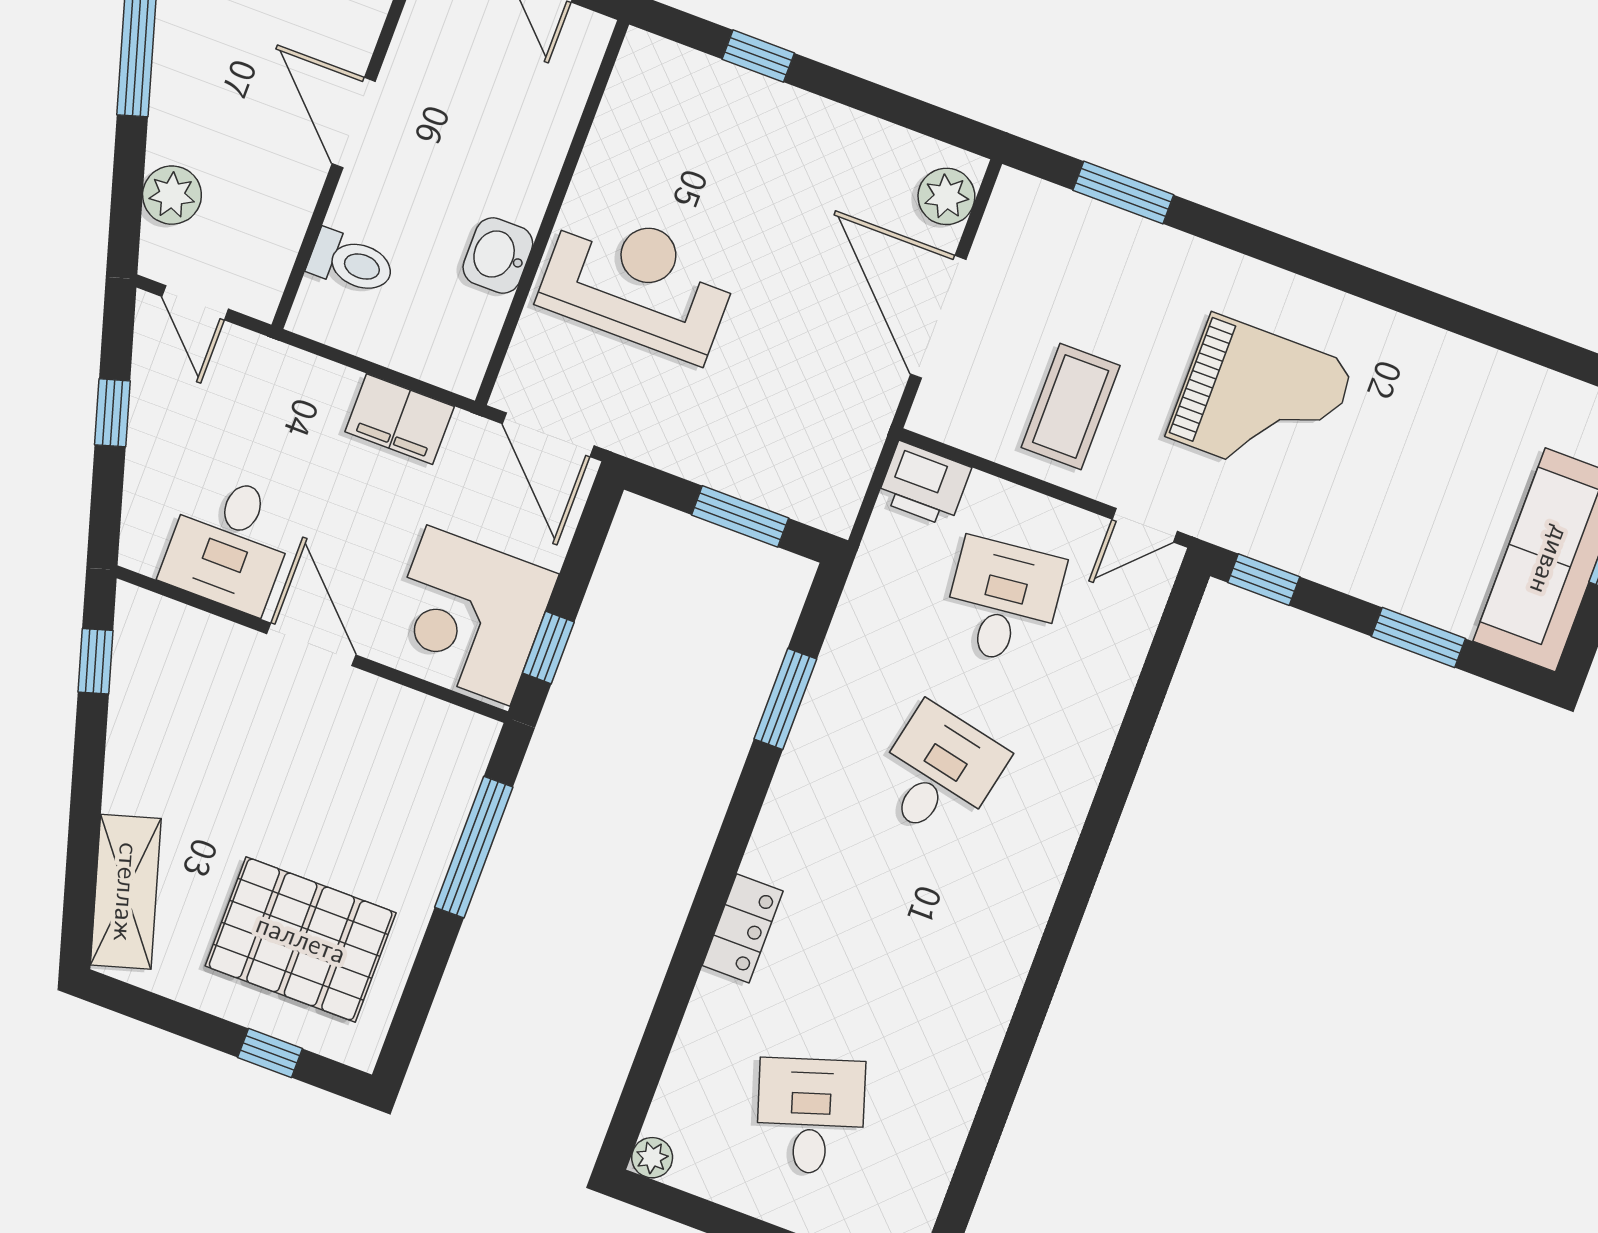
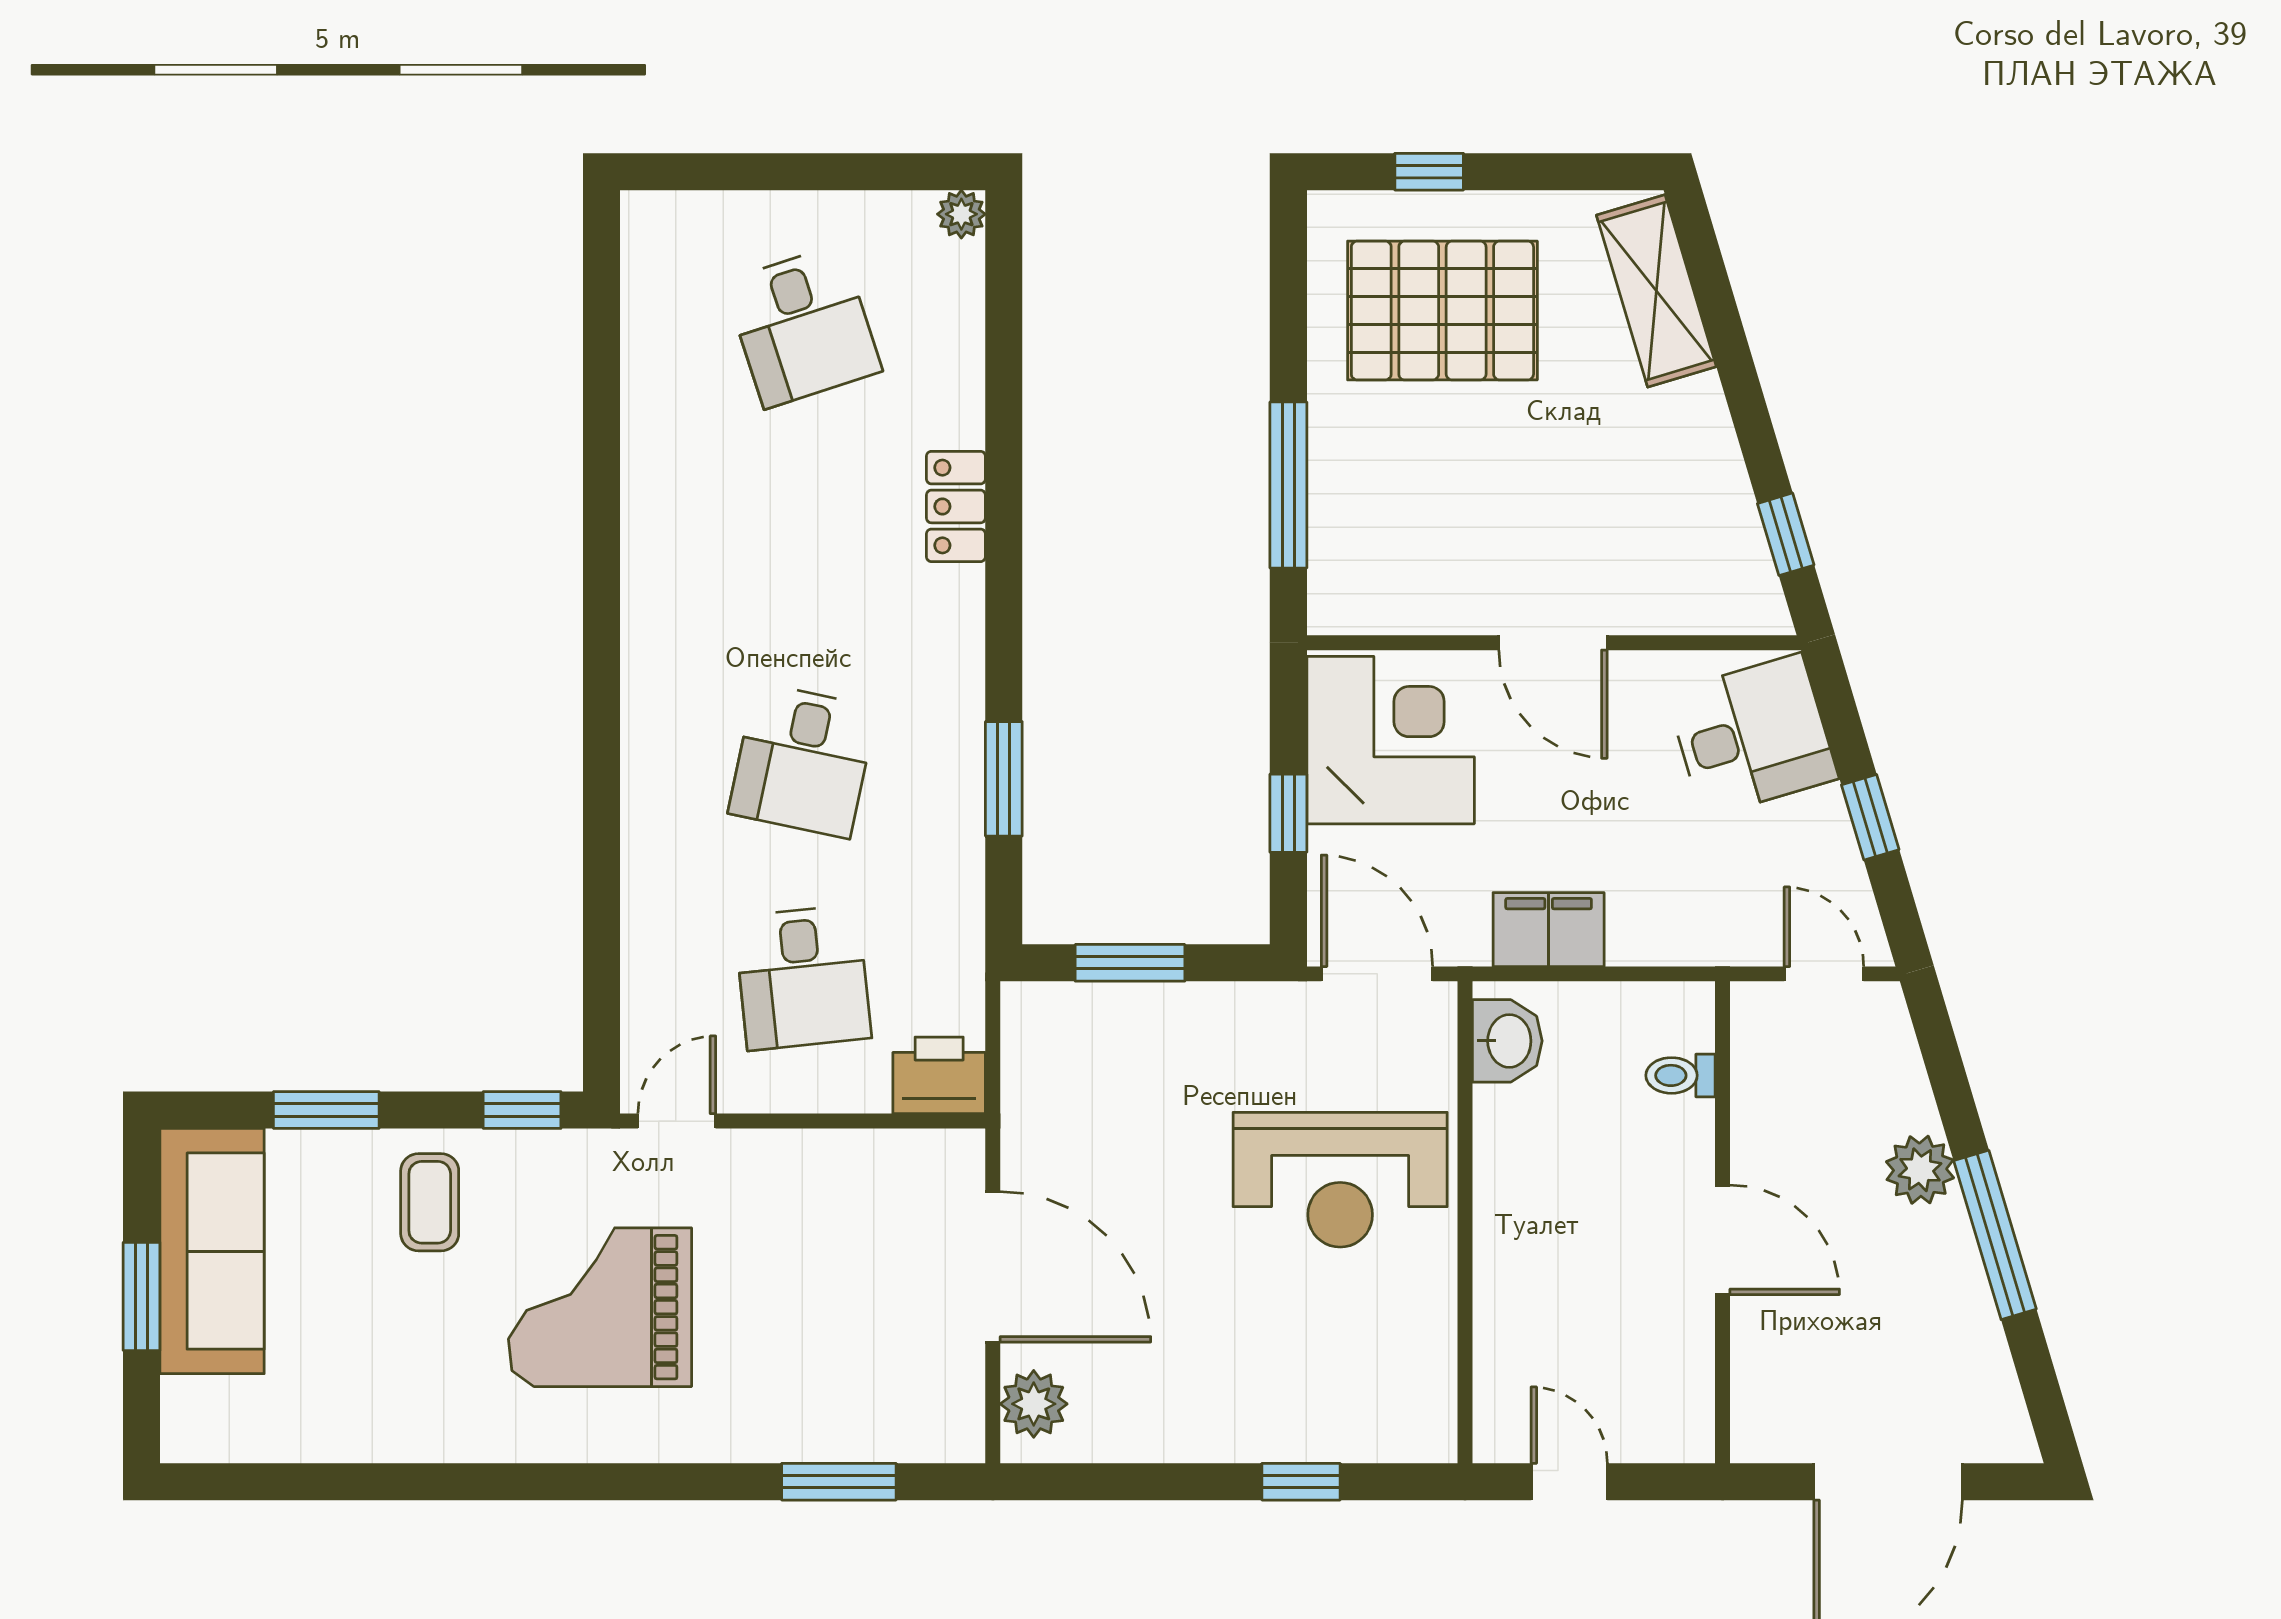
plant: (172, 195) -> (1920, 1170), moved
washbasin: (498, 256) -> (1507, 1041), moved
toilet: (351, 263) -> (1681, 1075), width x0.73, depth x0.72
coffee table: (1071, 406) -> (430, 1202), moved, width x0.73, depth x0.77
desk: (230, 543) -> (1752, 736), moved, turned 73
window: (548, 647) -> (1288, 813), moved

